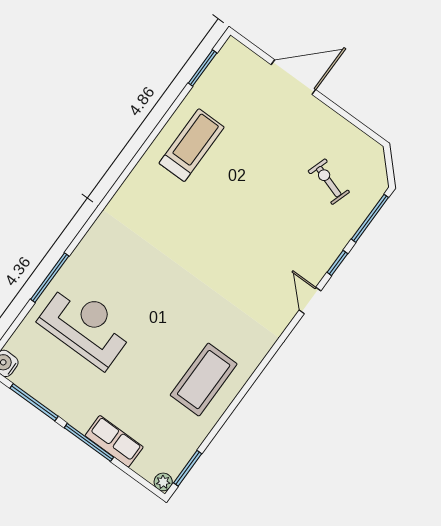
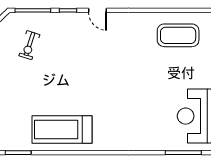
treadmill: (192, 145) -> (62, 129), width x1.37, depth x1.38
door: (310, 300) -> (97, 10), hinge flipped

